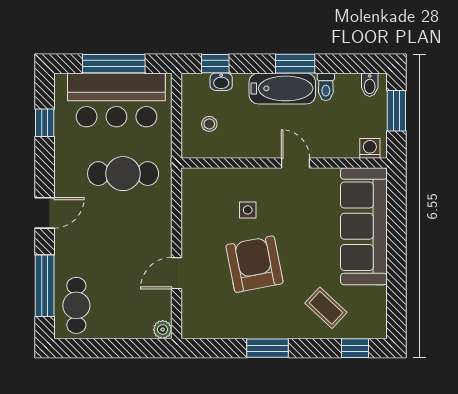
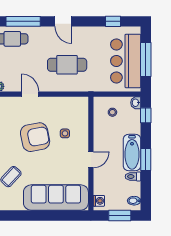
washbasin: (221, 82) -> (136, 103), moved
cafe table: (123, 174) -> (67, 65), moved, turned 90

